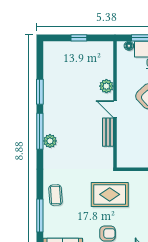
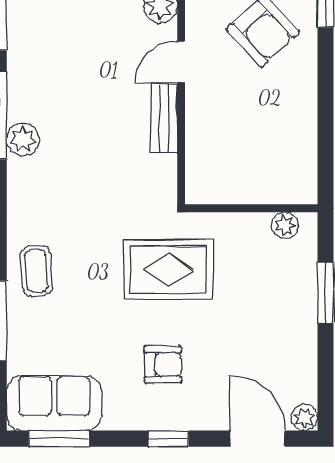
door: (115, 109) -> (181, 62), hinge flipped

